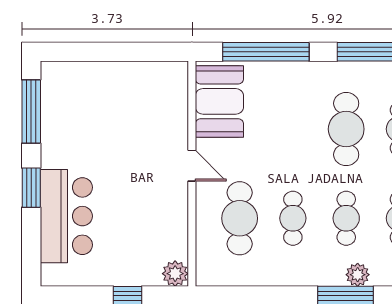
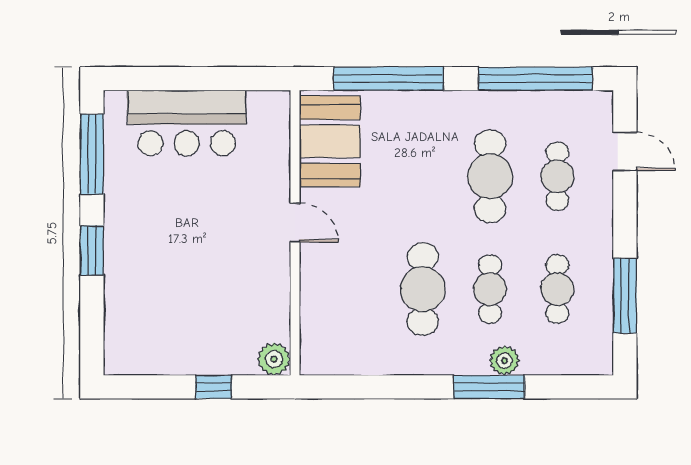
bar counter: (66, 216) -> (187, 123), moved, turned 90
cafe table: (240, 218) -> (355, 289), removed
cafe table: (293, 218) -> (423, 289), width x1.37, depth x1.35

